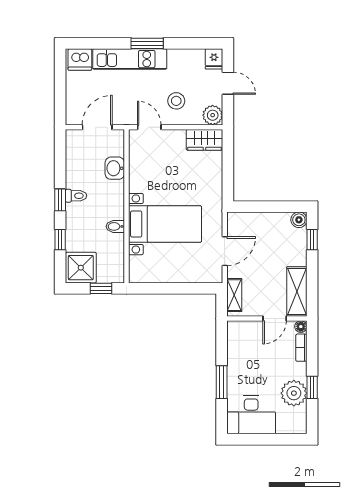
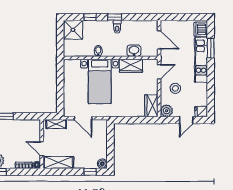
window: (147, 43) -> (211, 48), moved
wardrobe: (139, 173) -> (131, 66), added
window: (101, 288) -> (60, 42), removed

